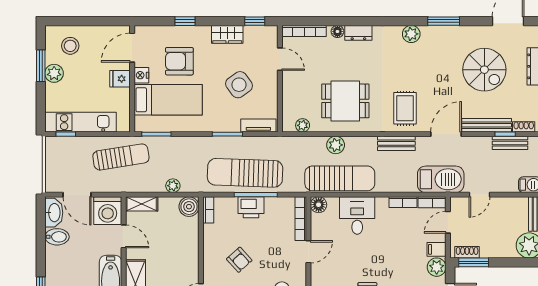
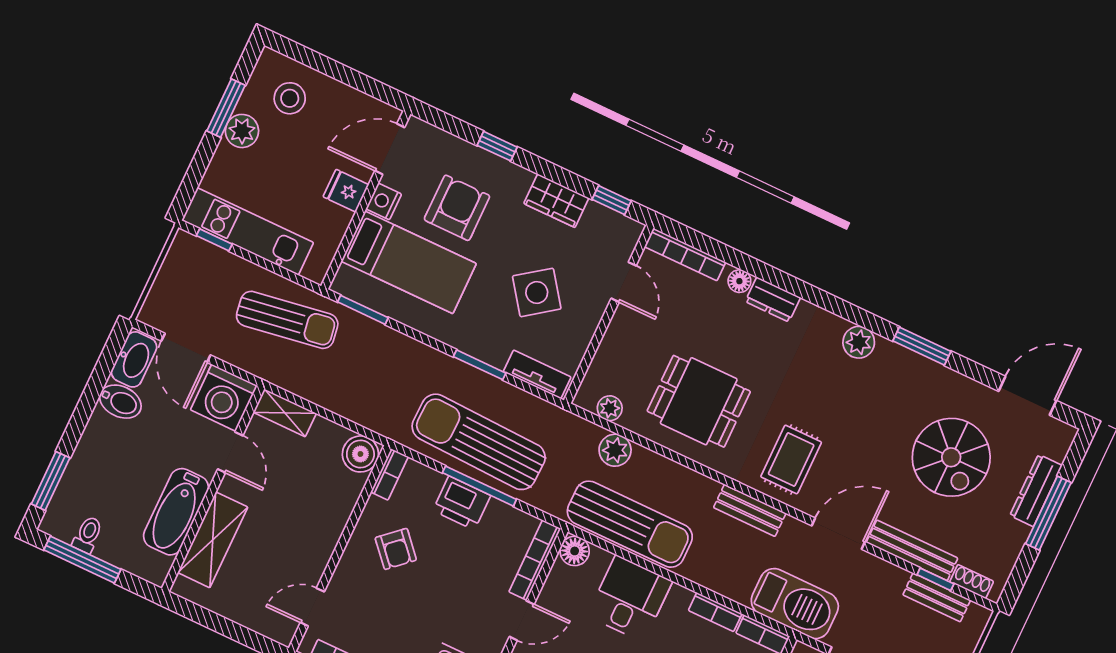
armchair: (179, 61) -> (457, 208), turned 90
plant: (336, 145) -> (615, 450), moved
plant: (173, 186) -> (350, 407), removed
armchair: (239, 260) -> (396, 549), moved

